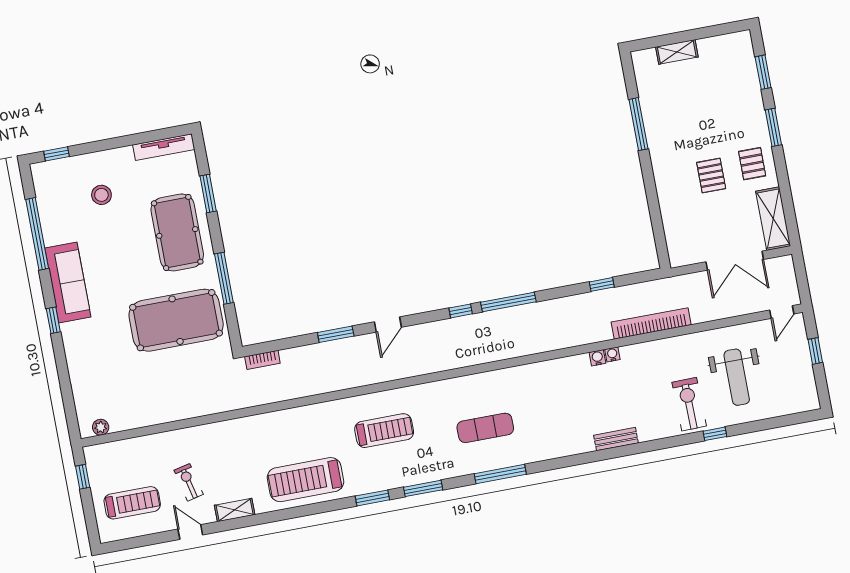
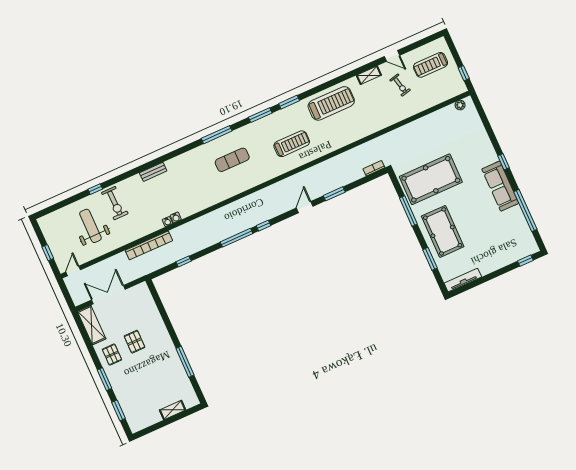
stool: (101, 195) -> (493, 243), removed
treadmill: (384, 431) -> (292, 144), turned 180

